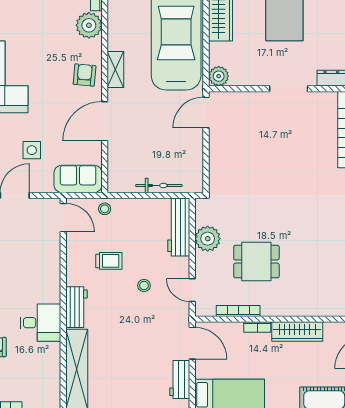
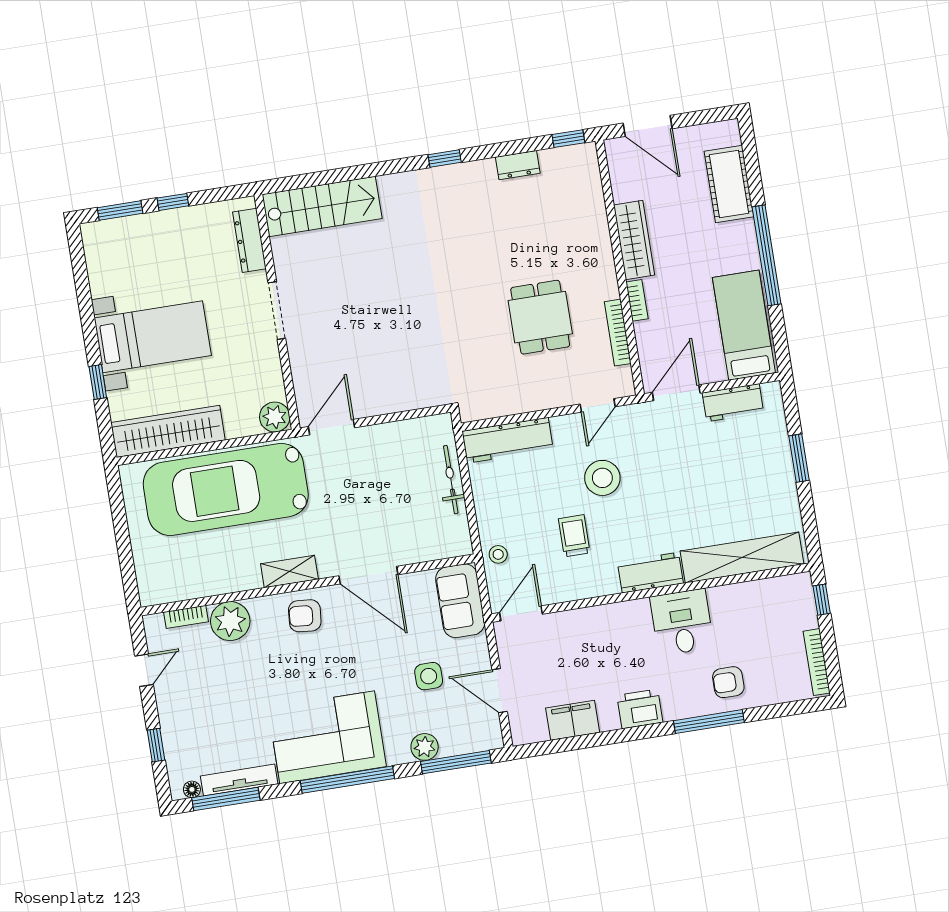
door: (206, 112) -> (331, 427), swing flipped
plant: (208, 239) -> (518, 395), removed
stool: (144, 286) -> (602, 478), width x1.89, depth x1.89

